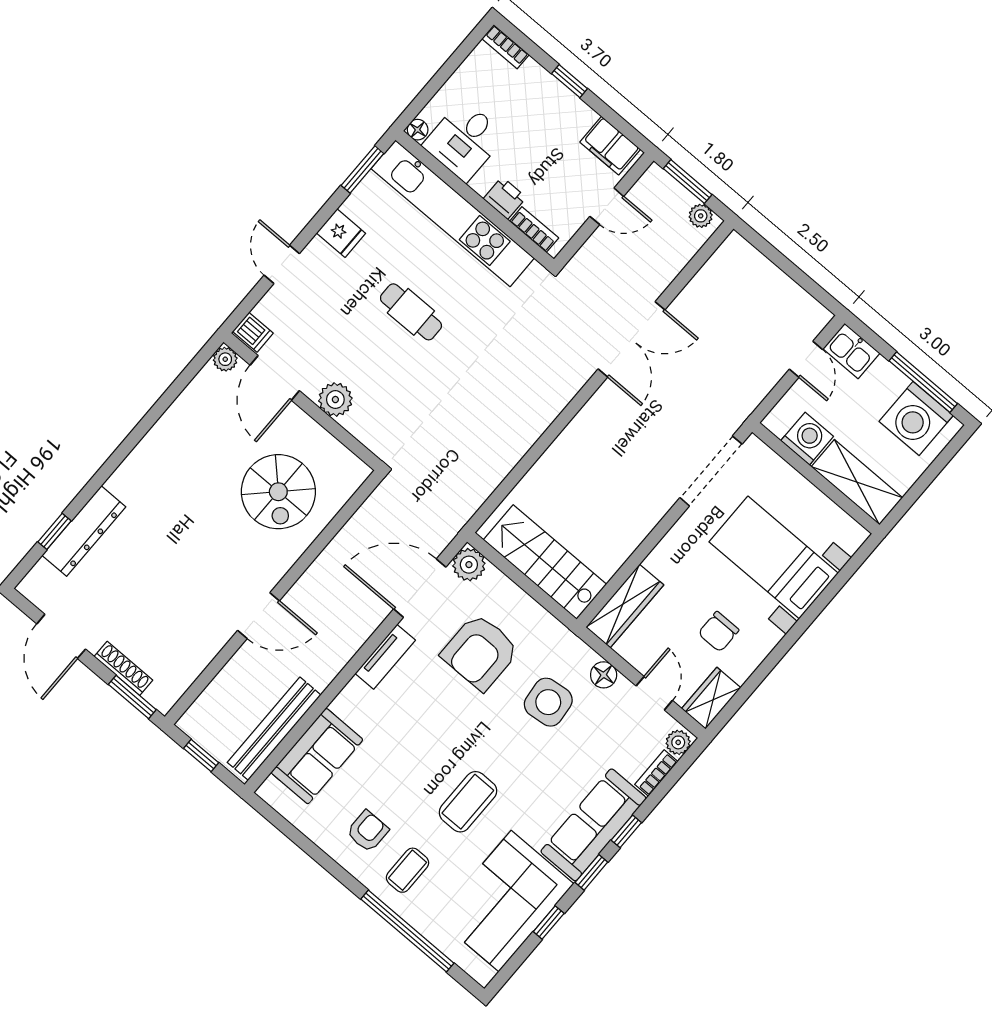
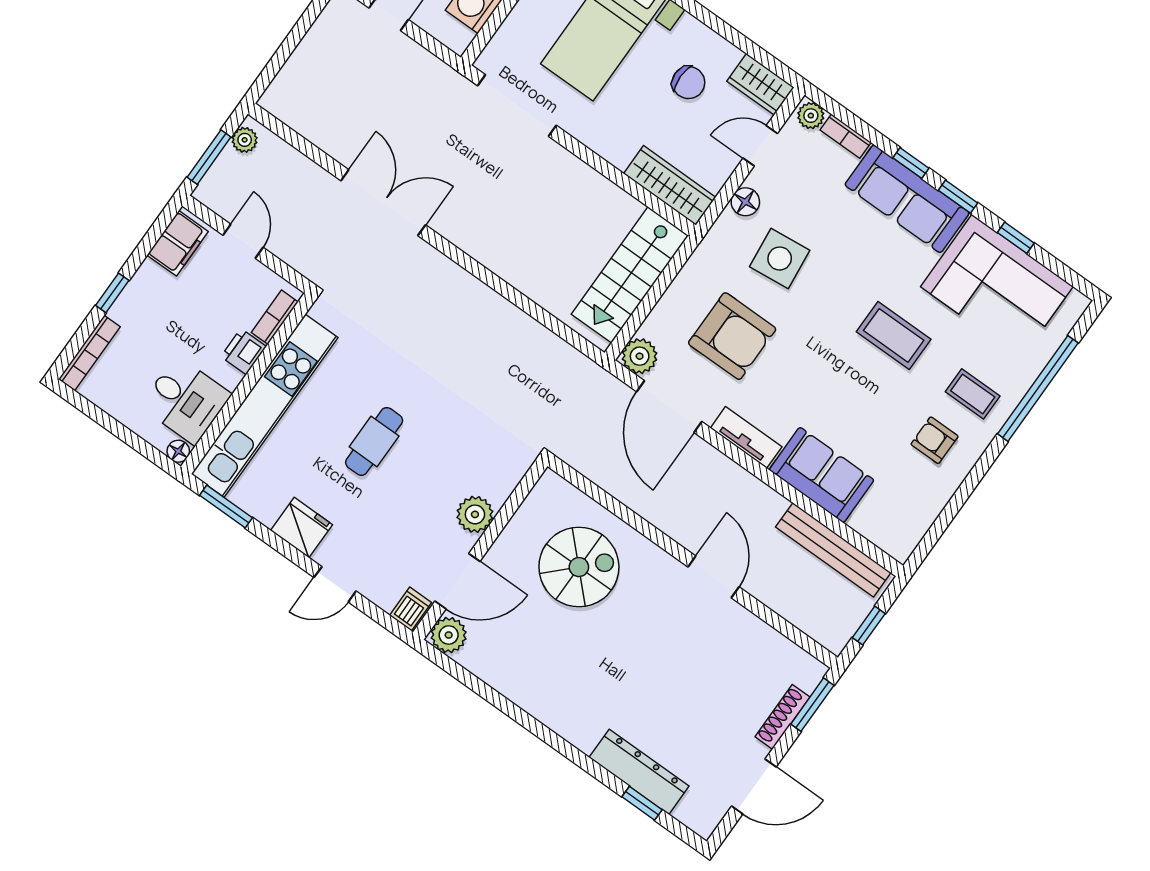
bookcase: (505, 47) -> (89, 353), width x1.56
fridge: (341, 233) -> (301, 528), width x1.38
plant: (225, 359) -> (449, 635), width x1.38, depth x1.38
sofa: (317, 756) -> (822, 475), moved

